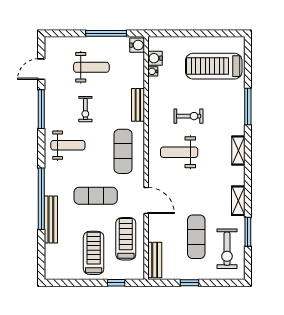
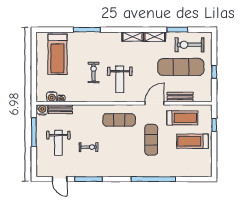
weight bench: (91, 67) -> (58, 143), turned 180
bench: (138, 105) -> (60, 109), moved
weight bench: (68, 145) -> (115, 160), removed
shelving: (238, 151) -> (133, 37), moved
bench: (51, 219) -> (168, 172), removed
exercise mat: (196, 237) -> (181, 67), width x1.36, depth x1.45
treadmill: (126, 239) -> (182, 118), turned 180
exercise bike: (227, 249) -> (189, 45), turned 180
bench: (155, 260) -> (180, 97), moved

